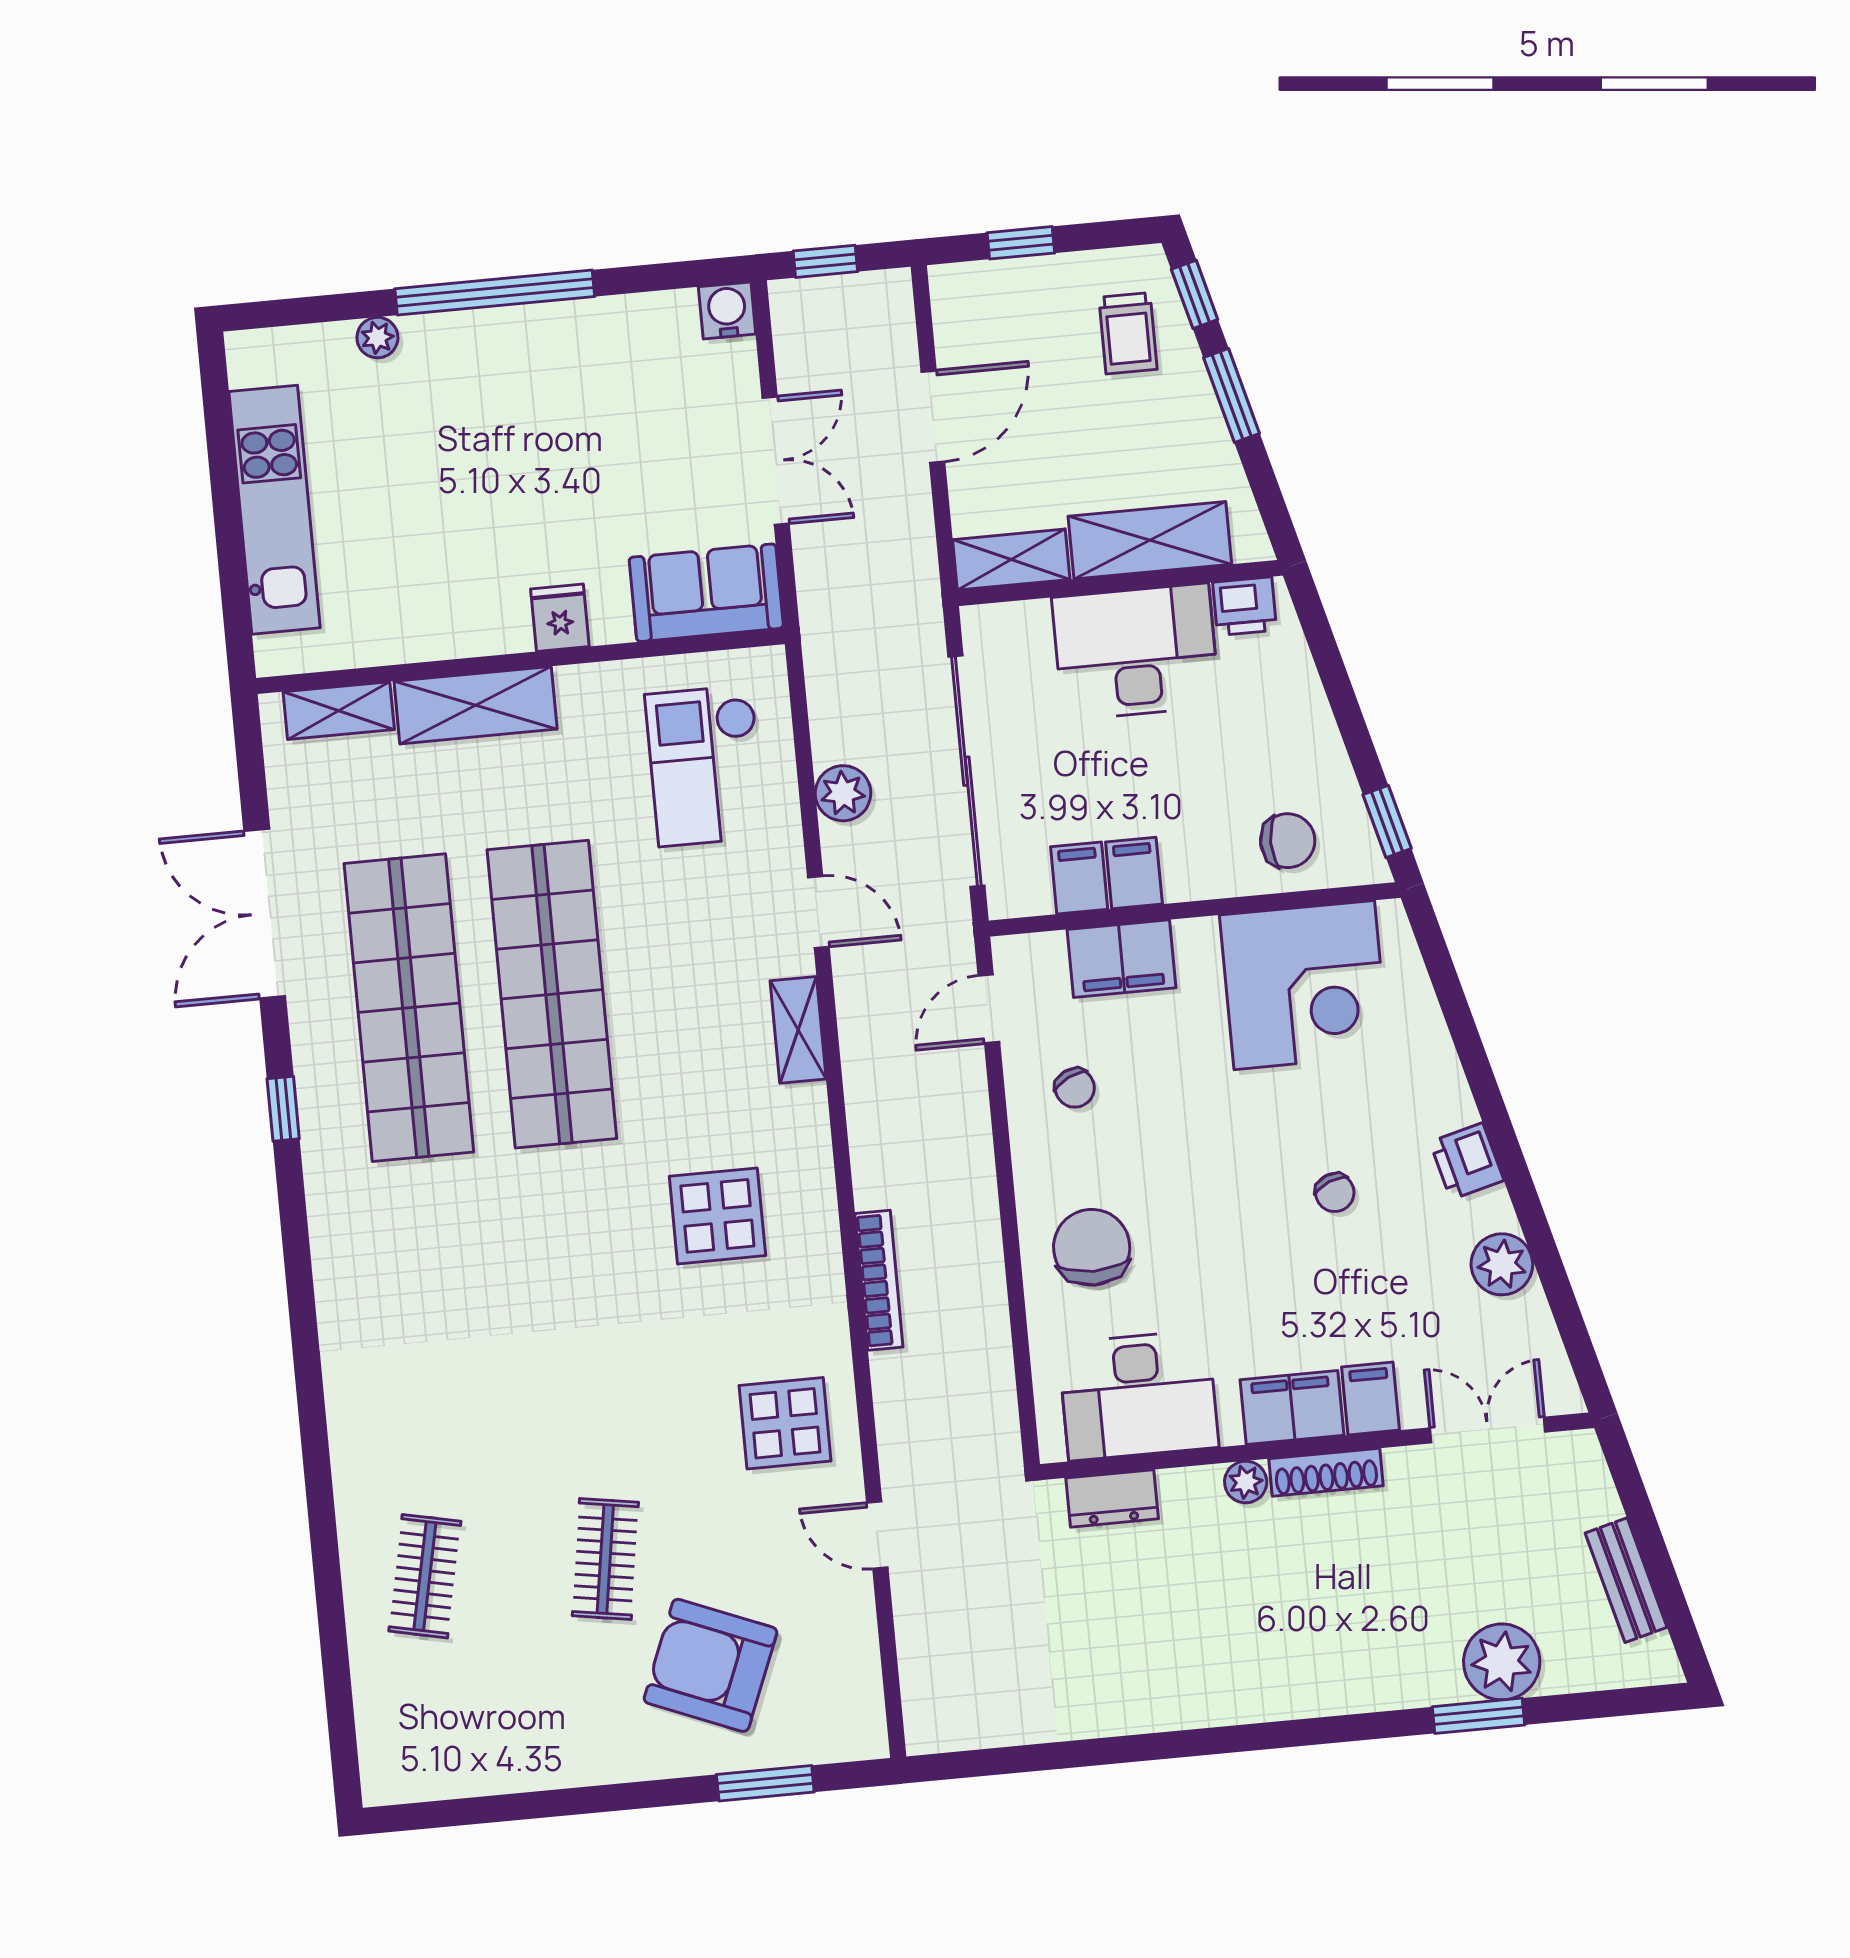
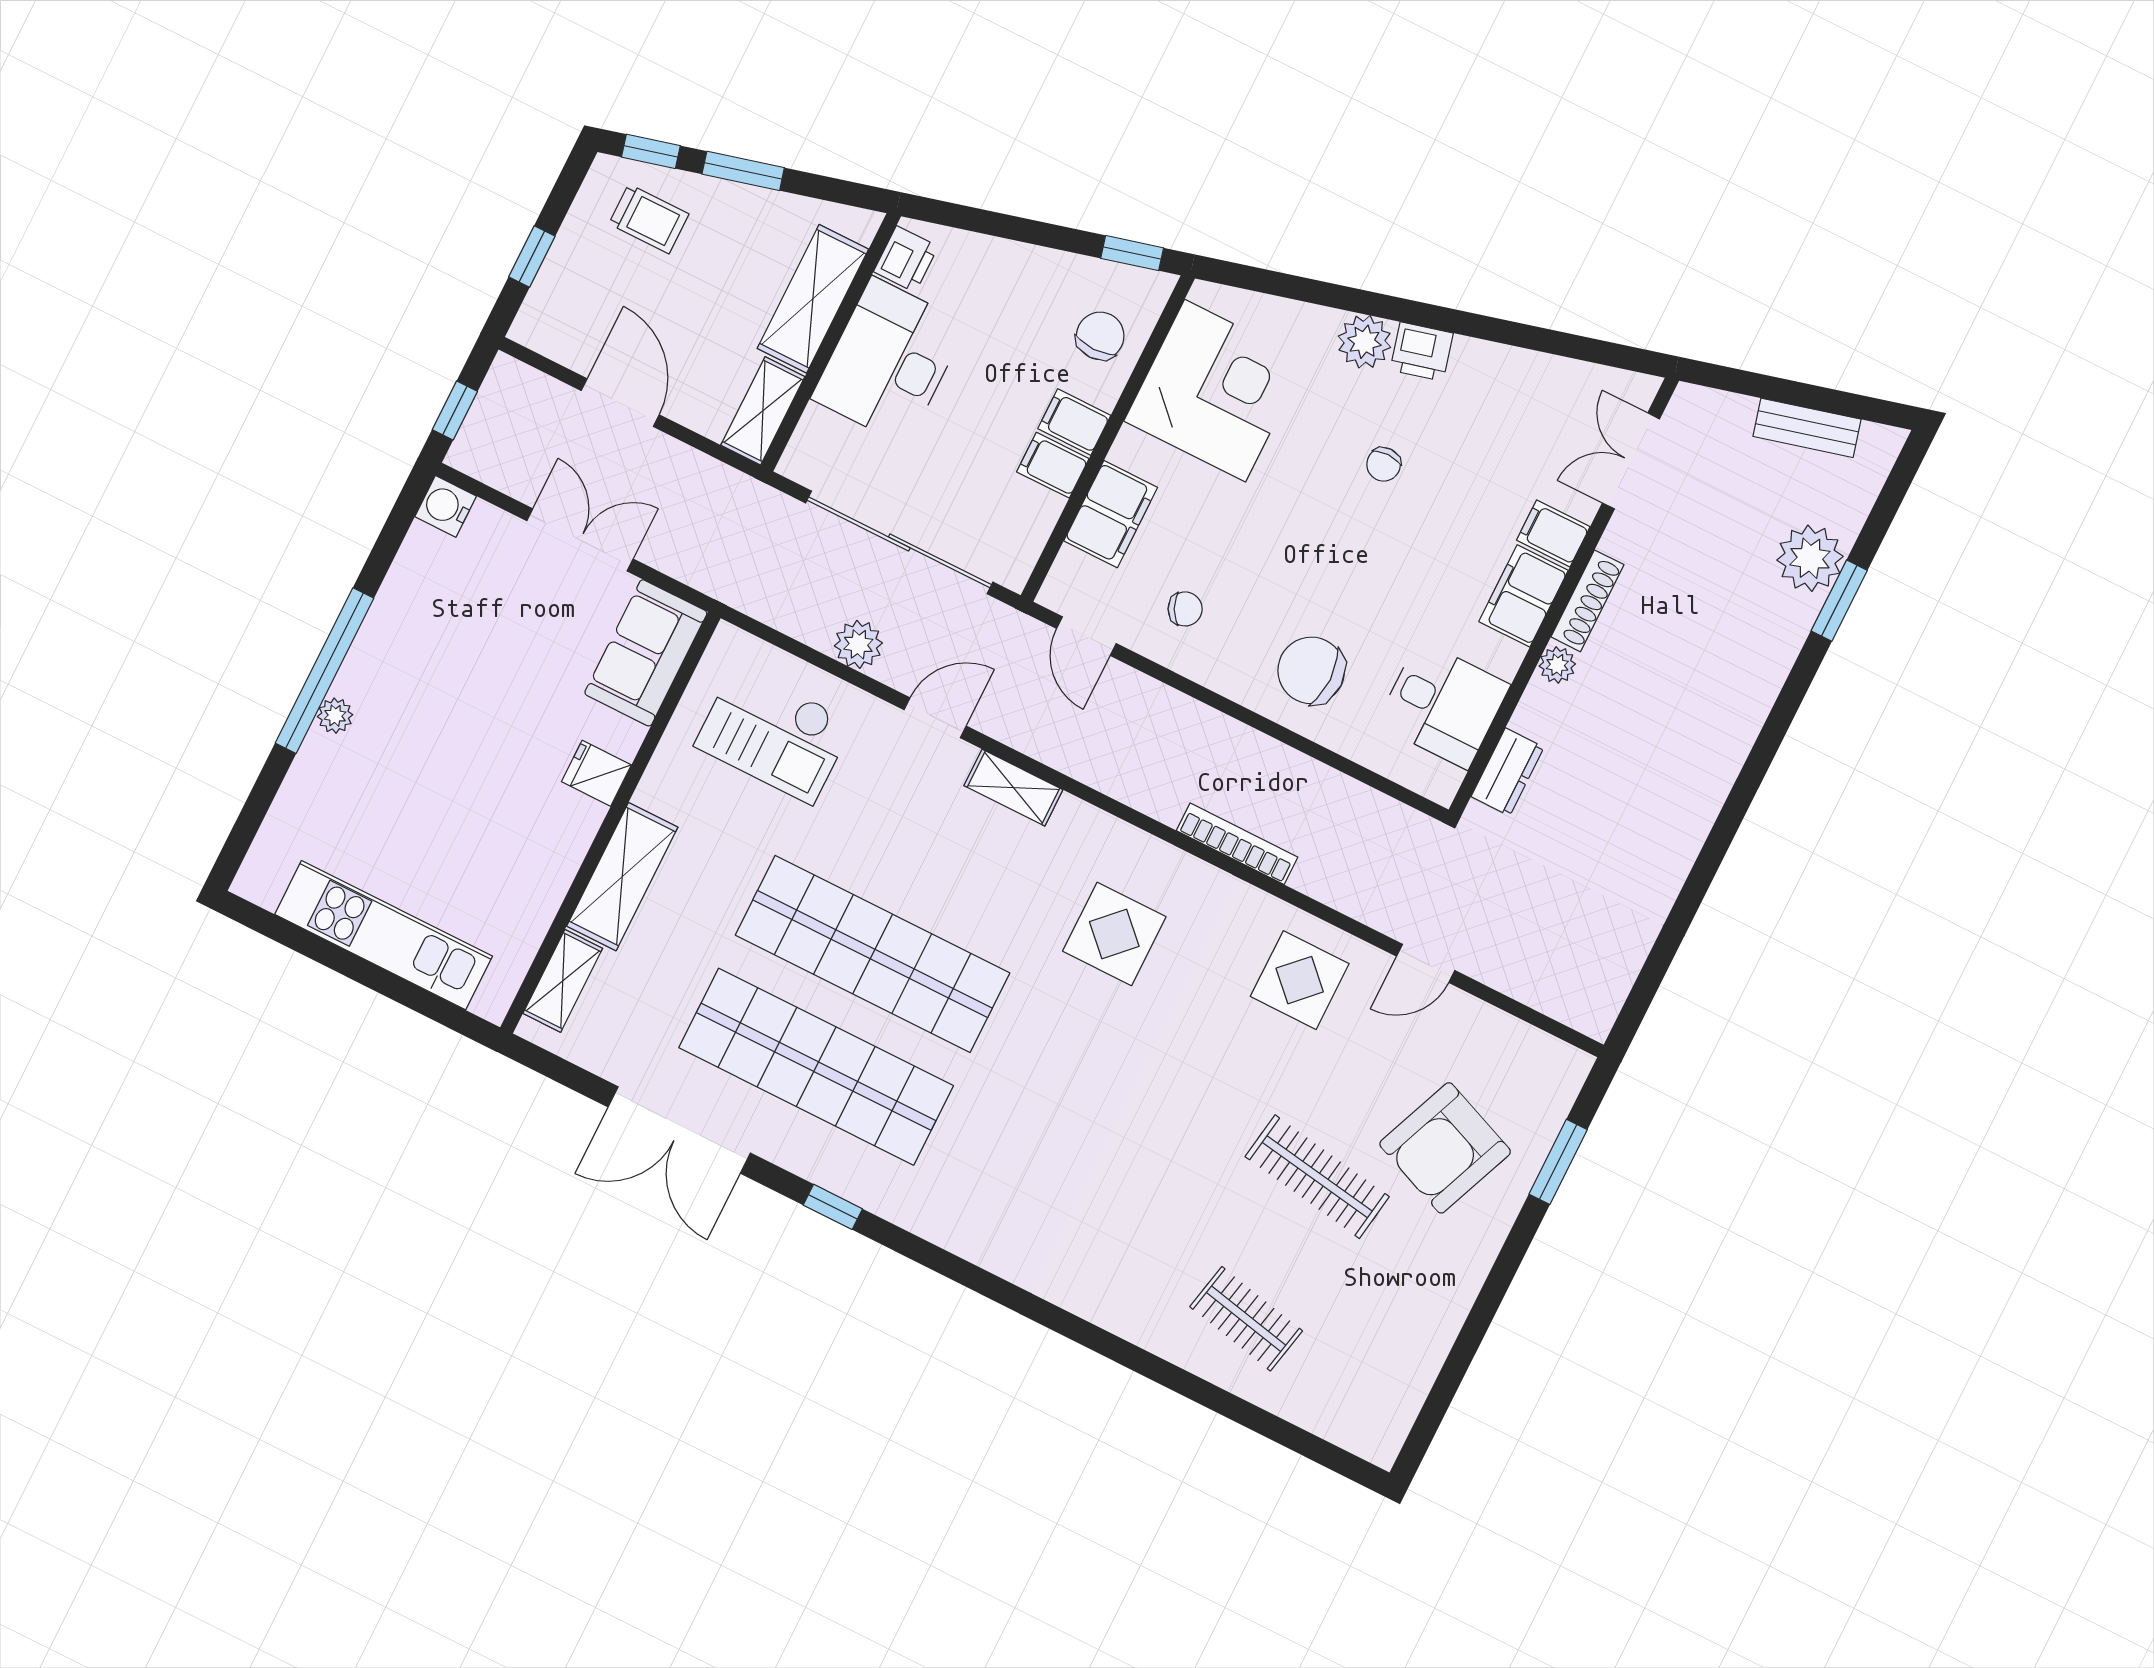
plant: (377, 338) -> (335, 716), moved
filing cabinet: (1079, 878) -> (1074, 422), moved
chair: (1335, 1193) -> (1384, 464), turned 112
plant: (1502, 1264) -> (1365, 342), moved
desk: (1138, 1395) -> (1443, 704), width x0.73
clothes rail: (605, 1559) -> (1317, 1177), width x1.36

